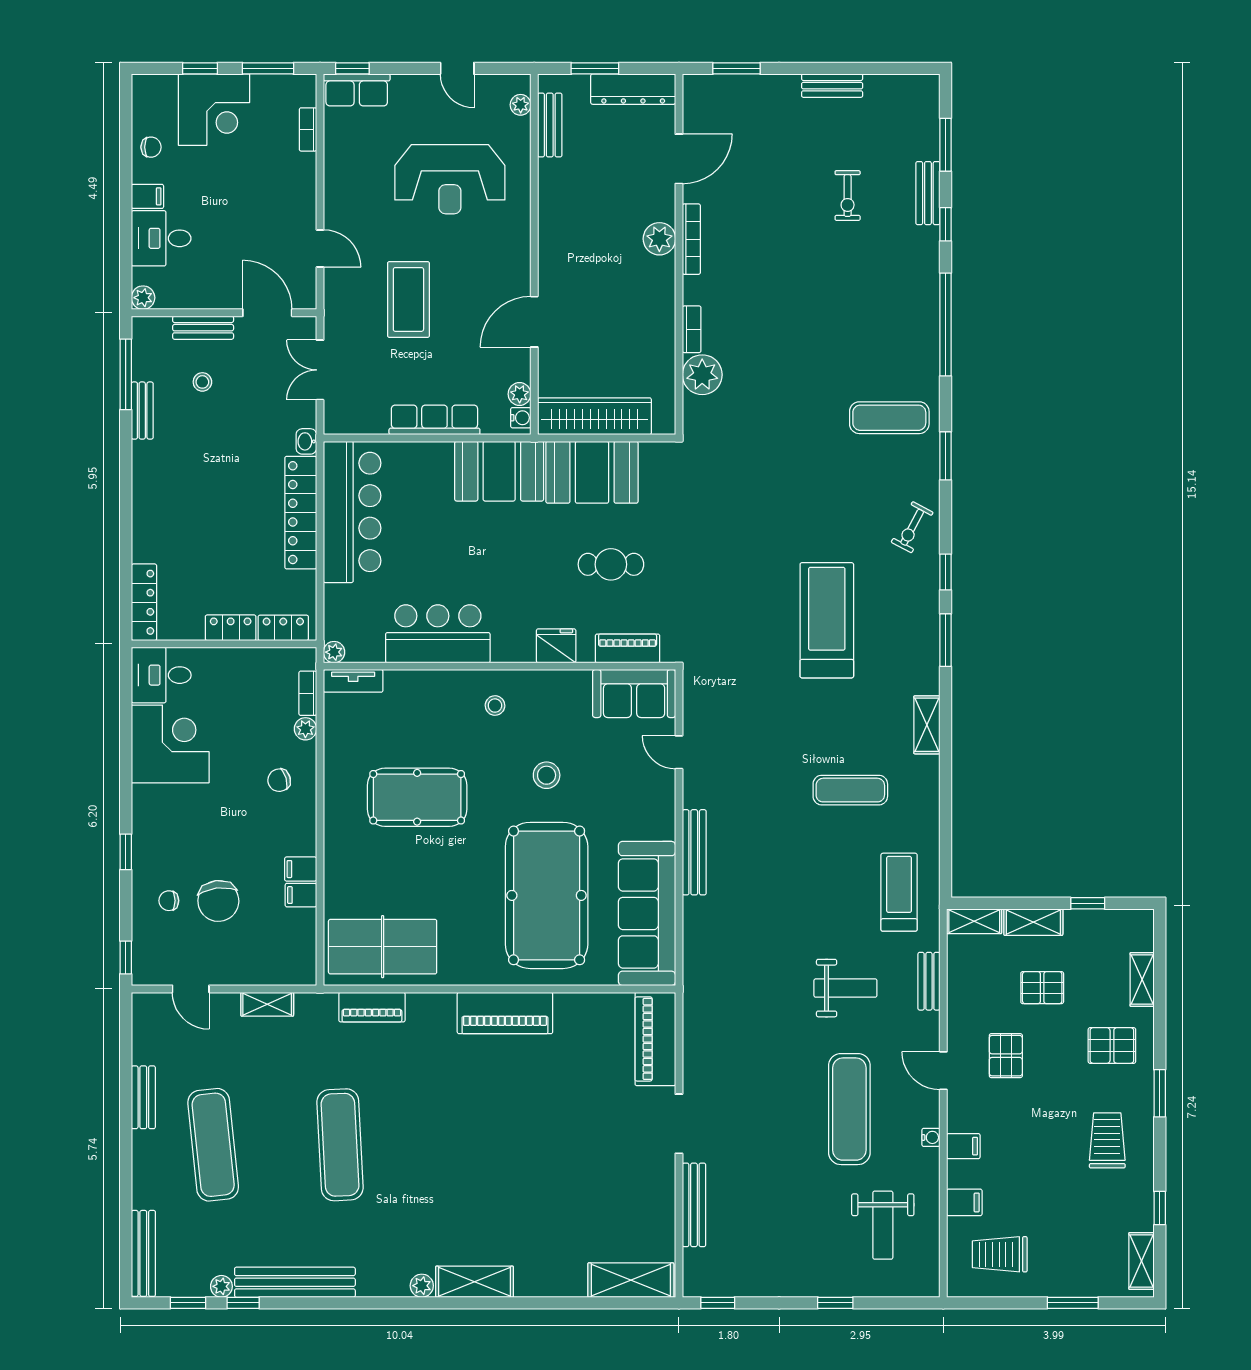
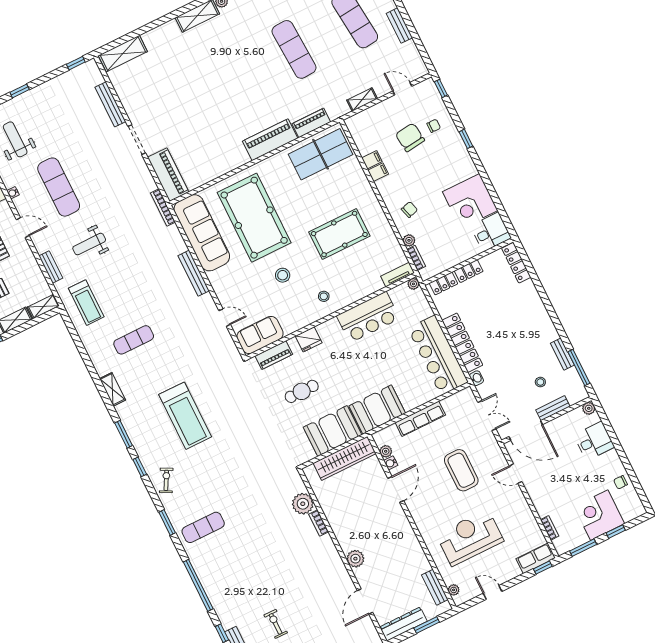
filing cabinet: (147, 196) -> (611, 458), removed
bookcase: (691, 239) -> (163, 208), moved
door: (267, 313) -> (526, 431), width x1.36
water cooler: (521, 418) -> (391, 463), moved
piano: (505, 1013) -> (270, 140), moved

